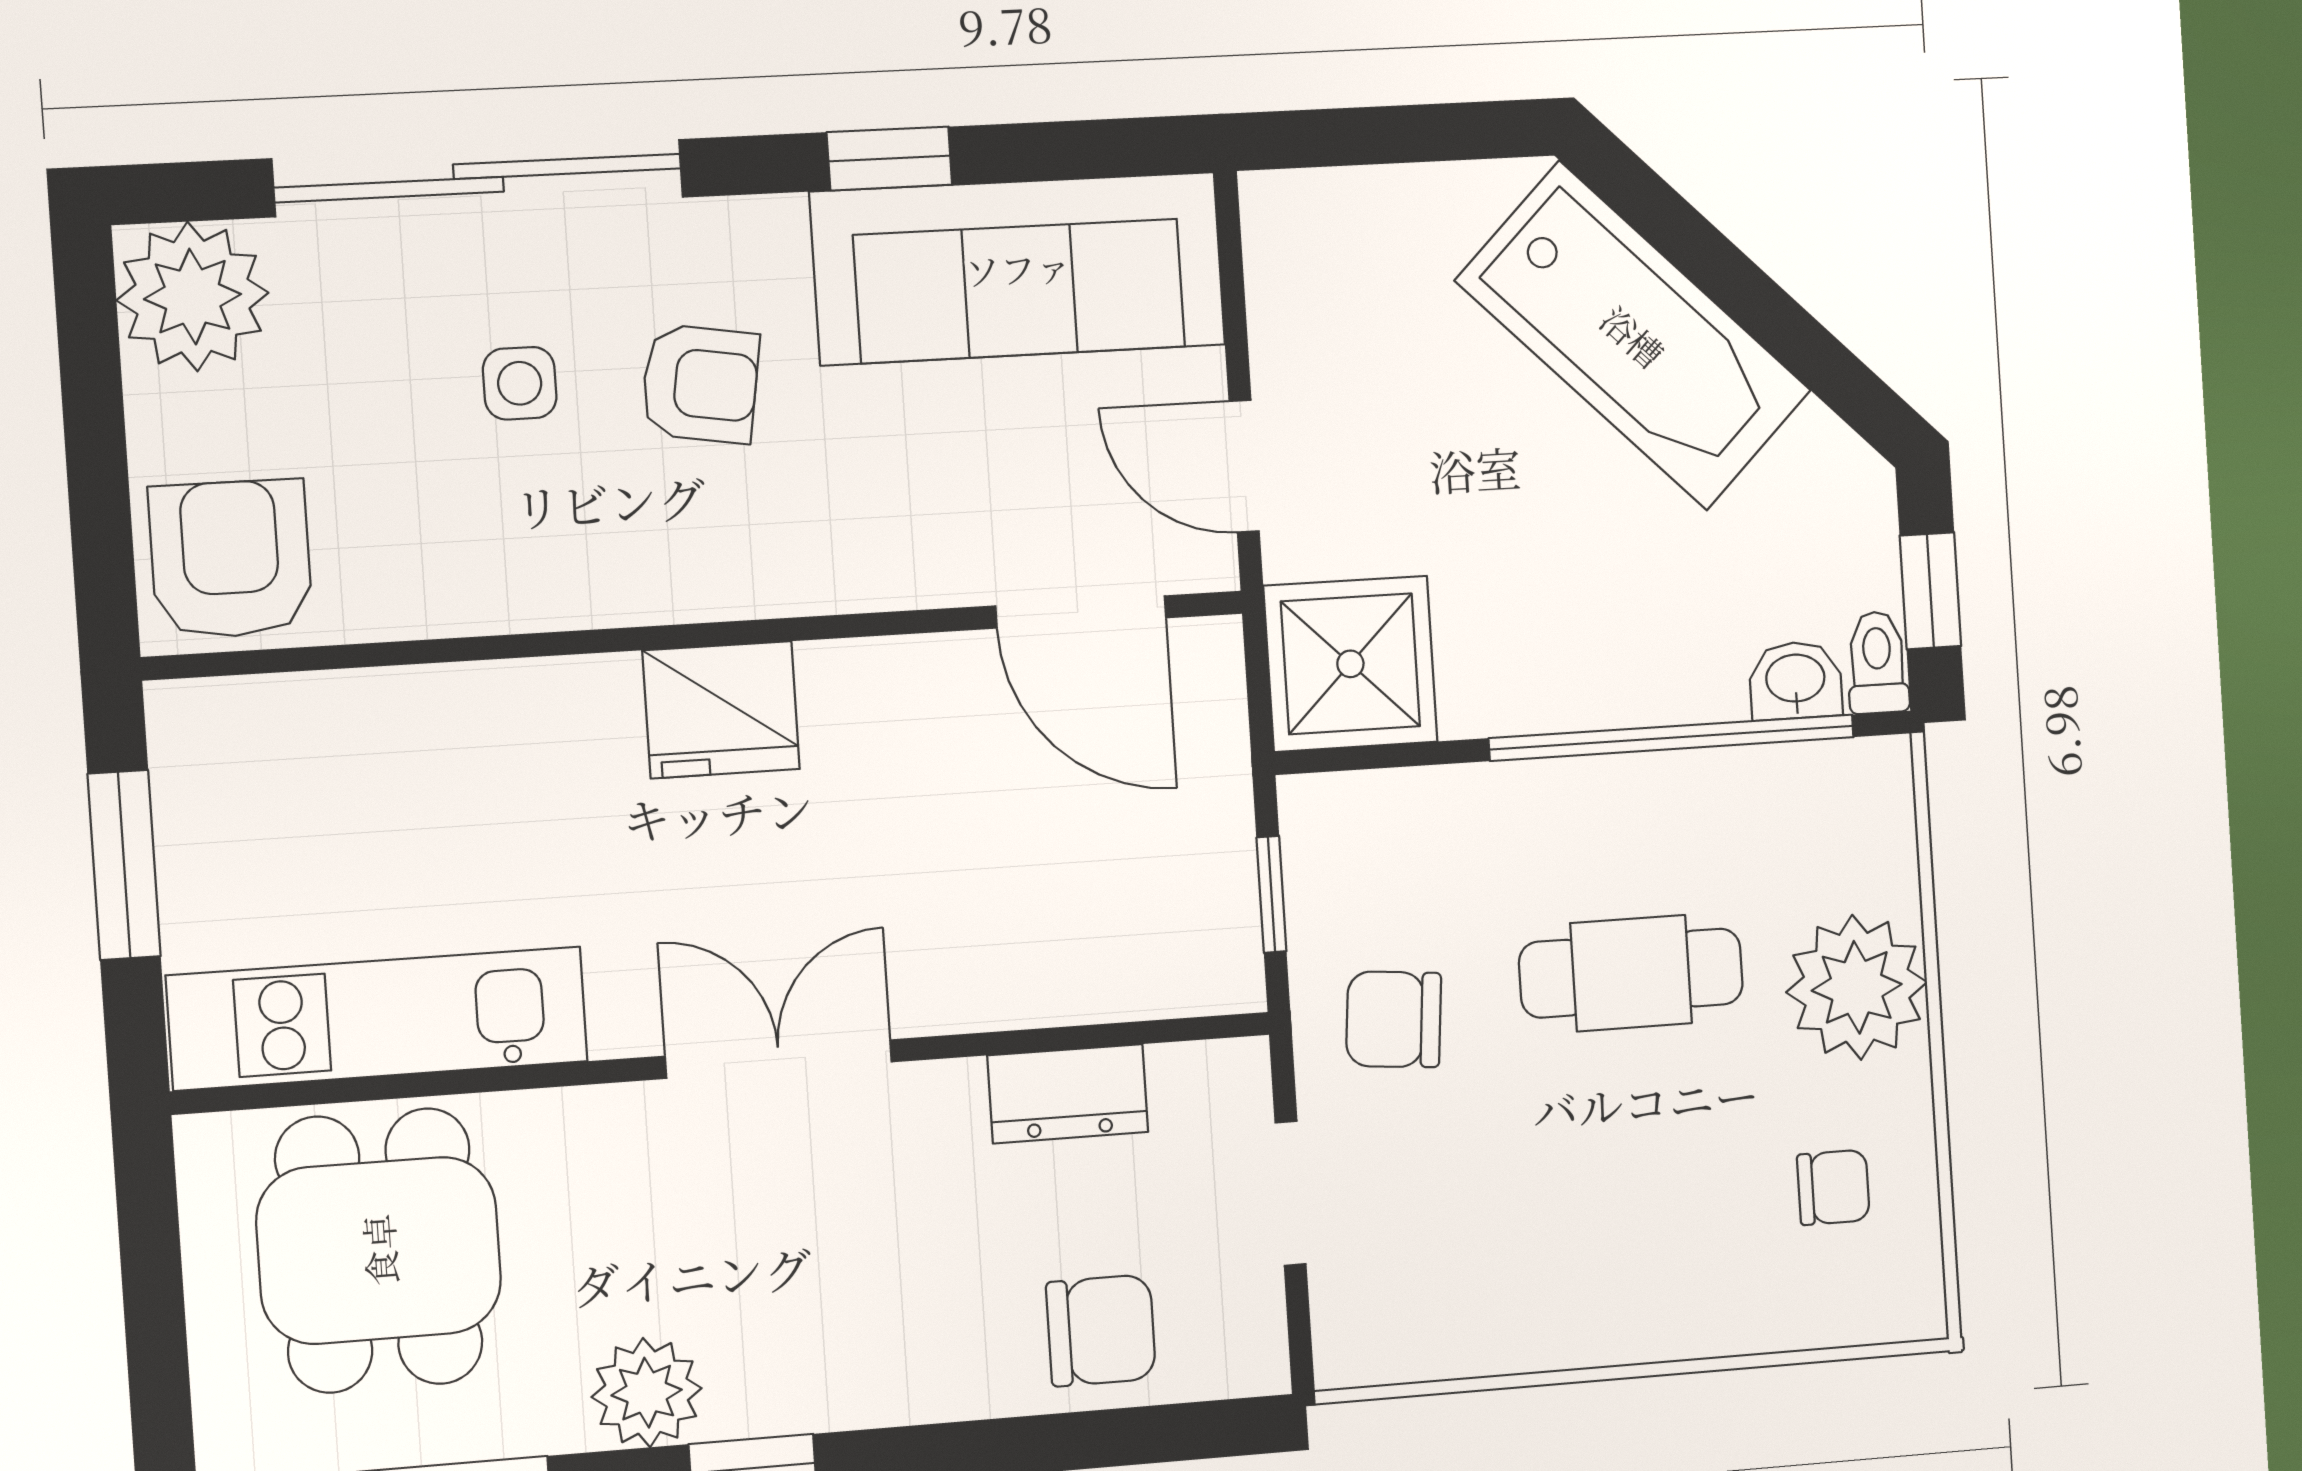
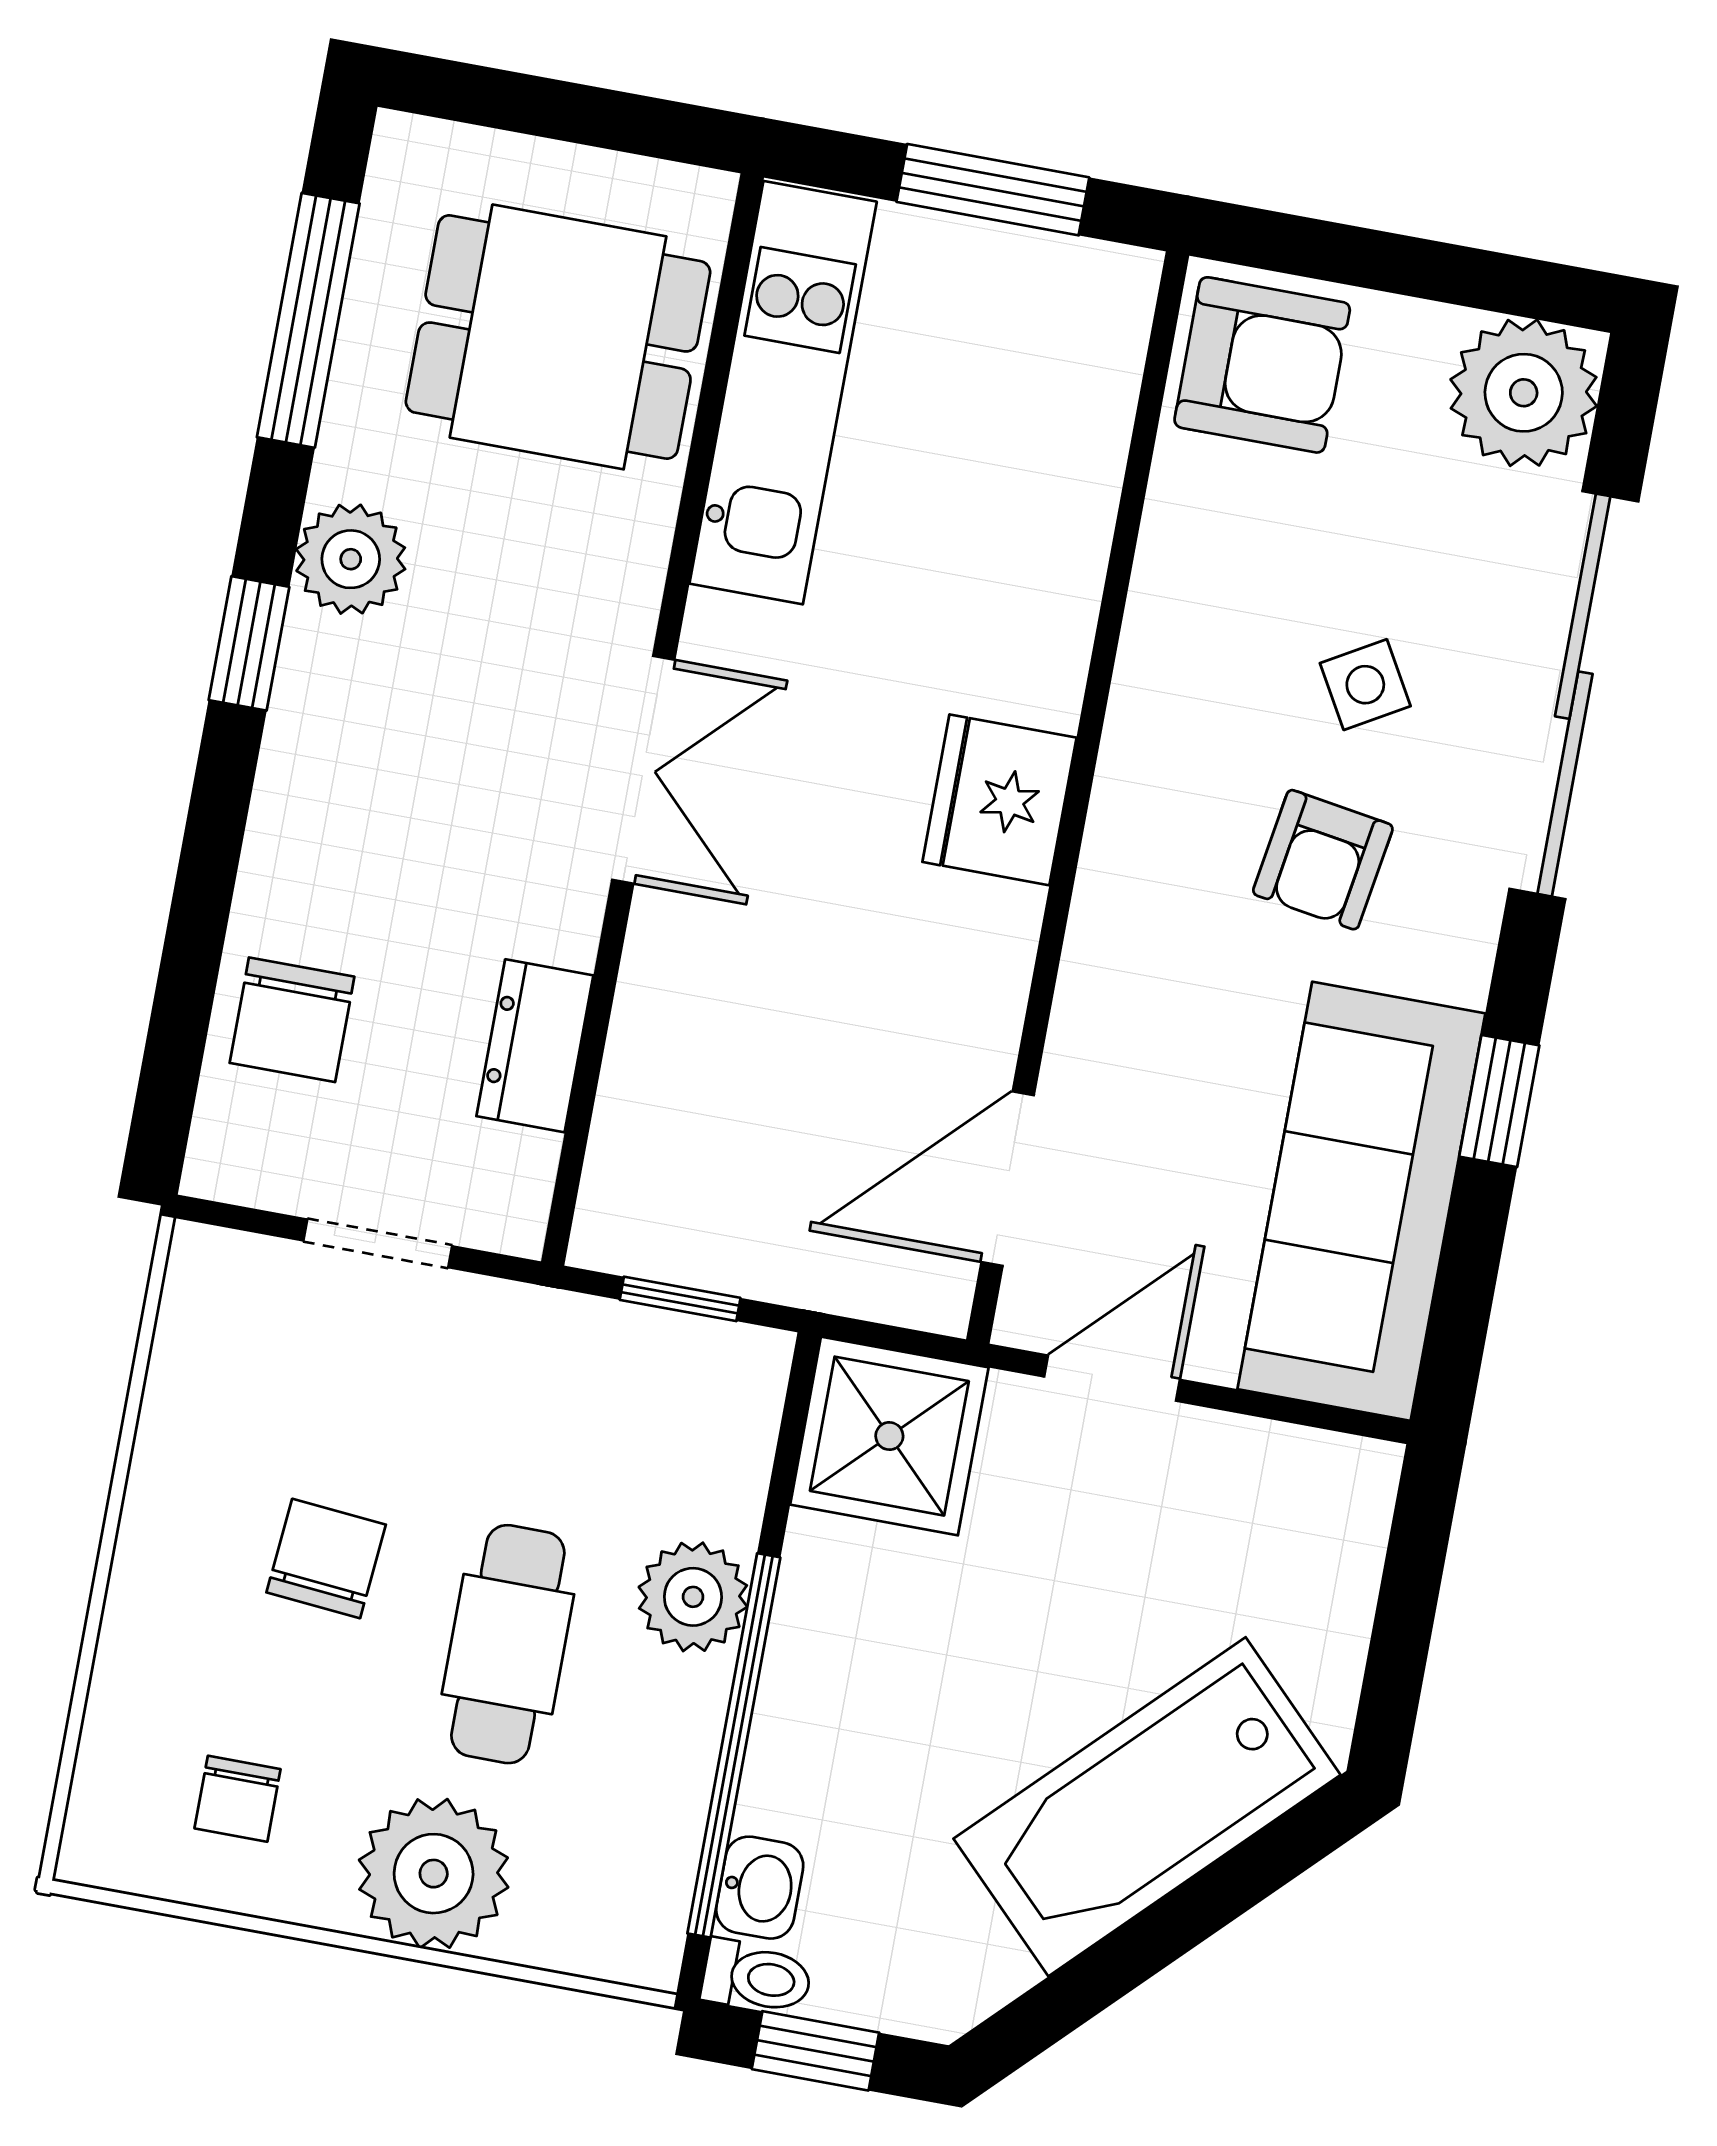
side table: (520, 383) -> (1365, 685), turned -30
plant: (1545, 811) -> (693, 1597), added
chair: (1394, 1019) -> (326, 1558), moved

